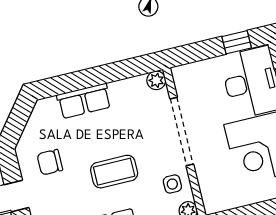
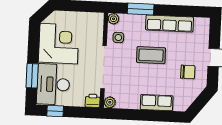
printer: (183, 75) -> (93, 101), added

